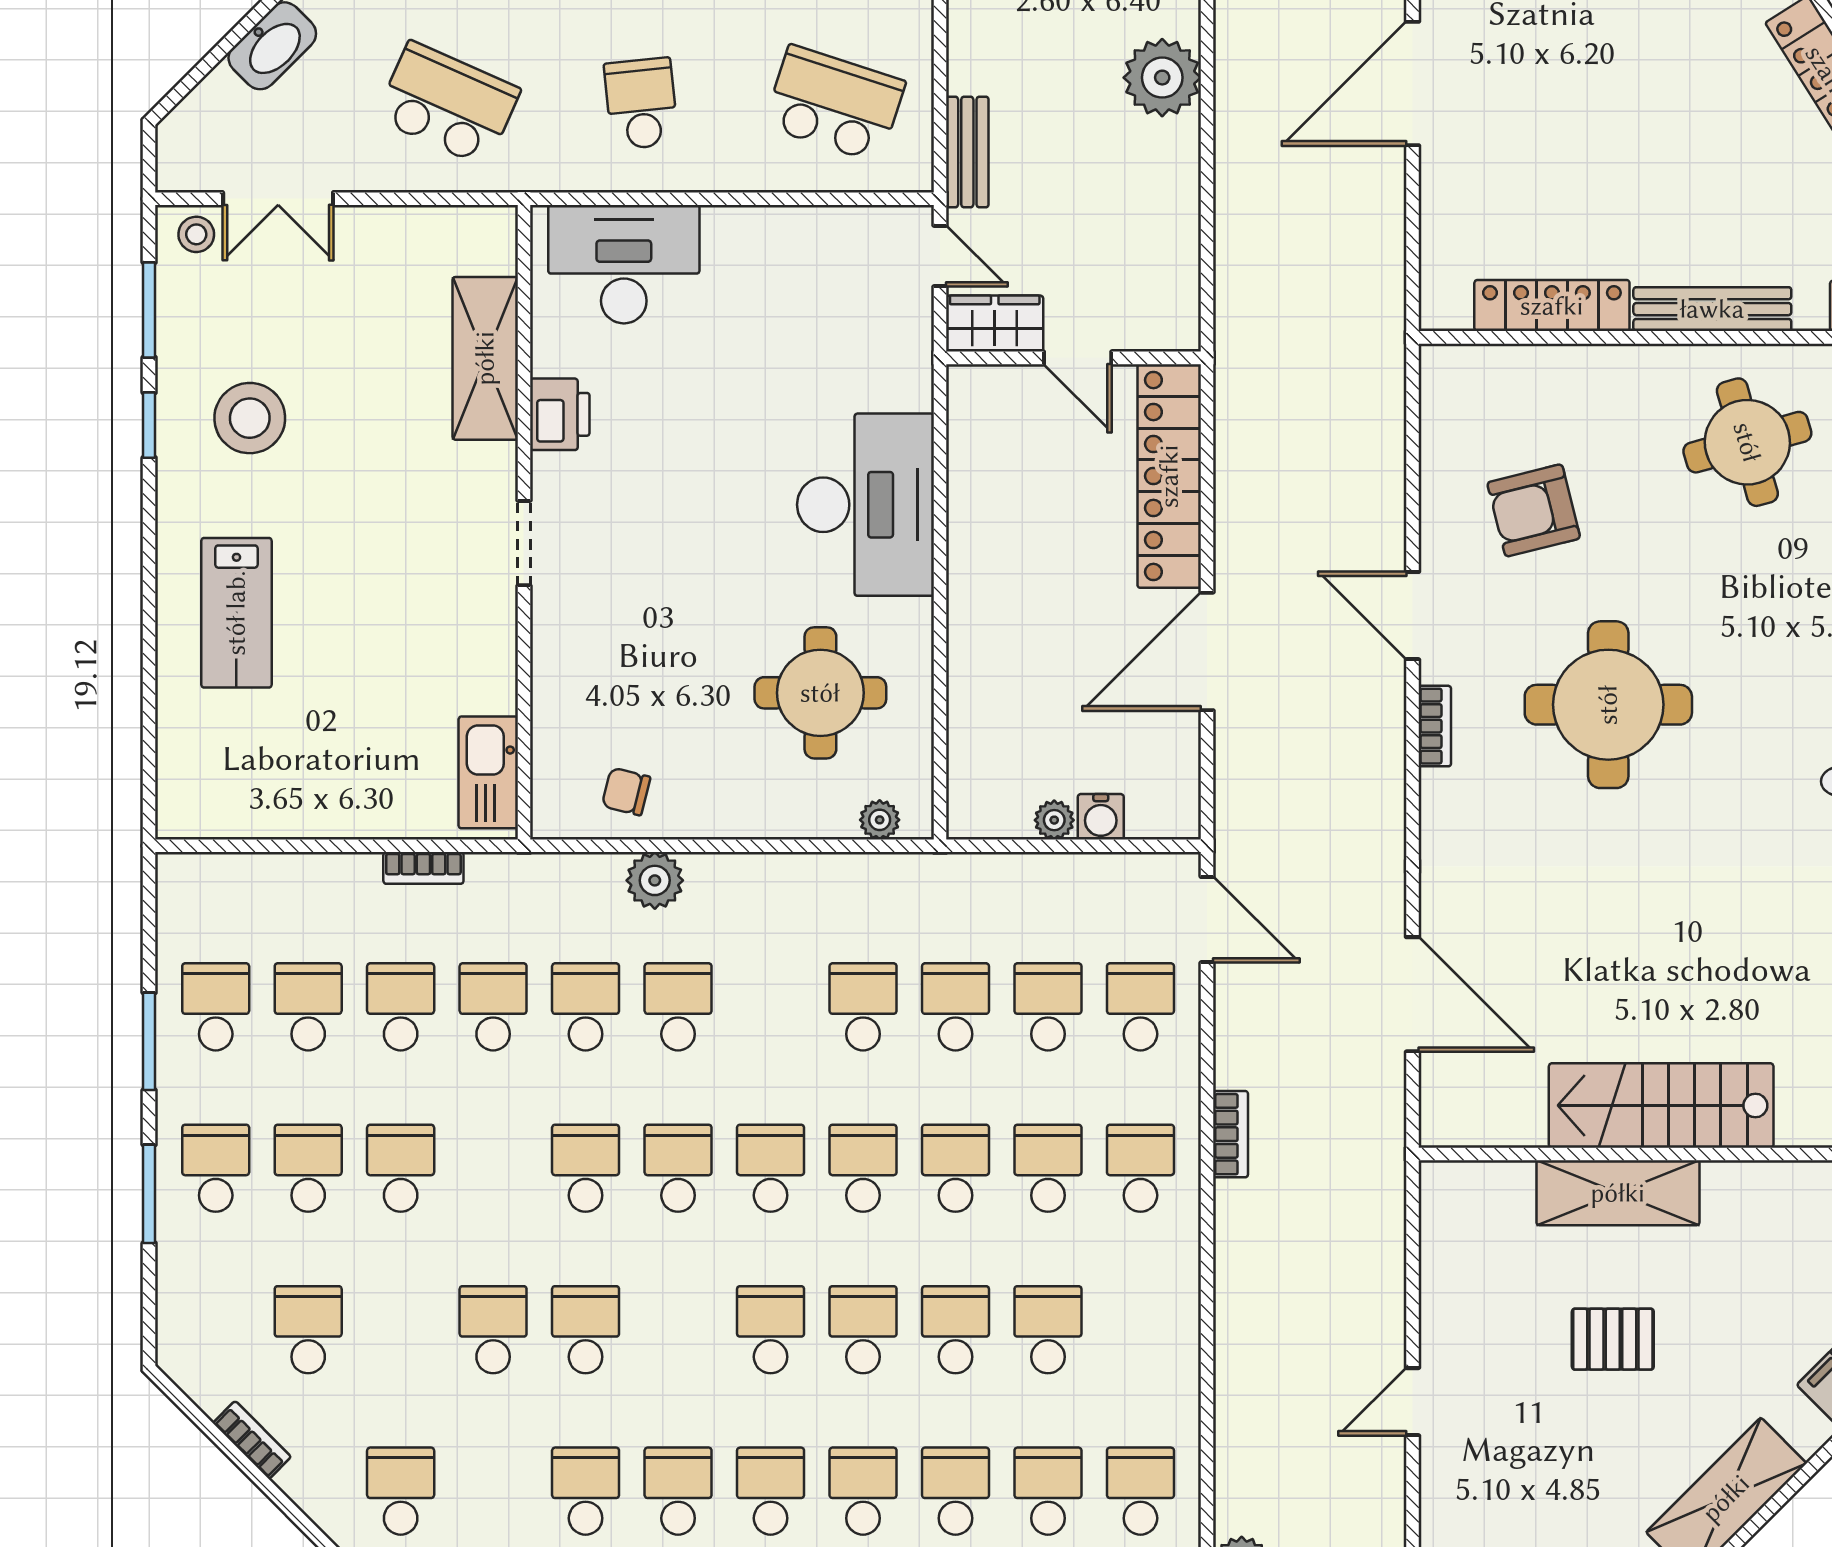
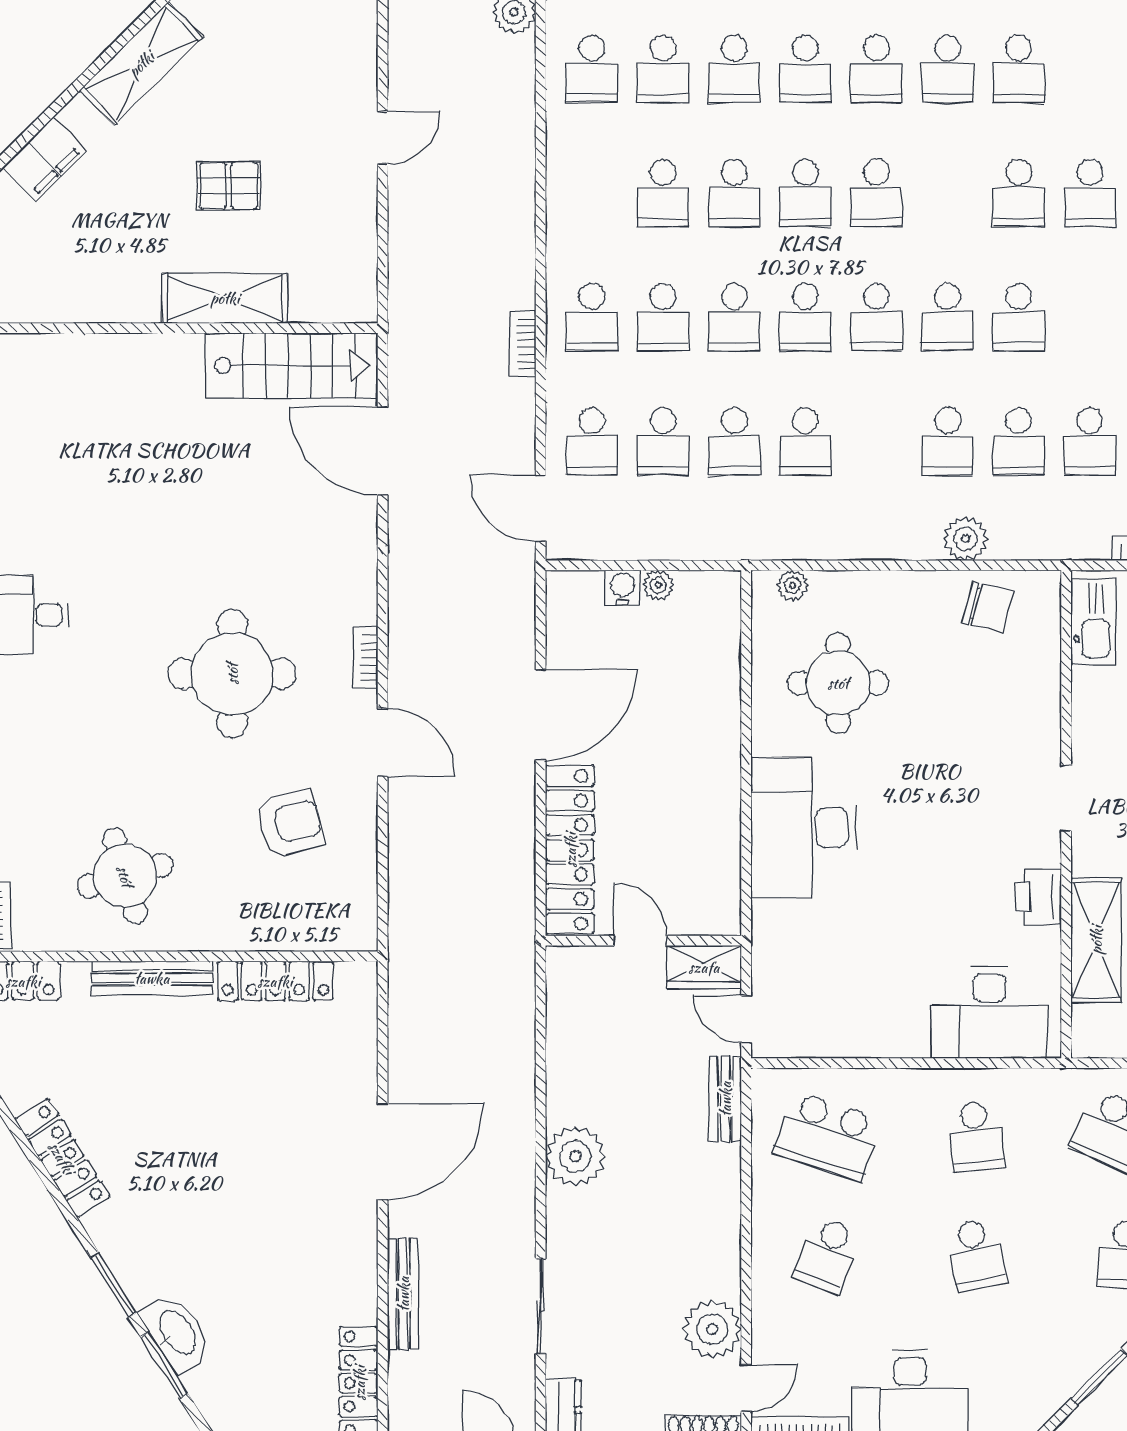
chair: (626, 792) -> (988, 607), width x1.37, depth x1.37
stairs: (1661, 1105) -> (292, 366), moved

